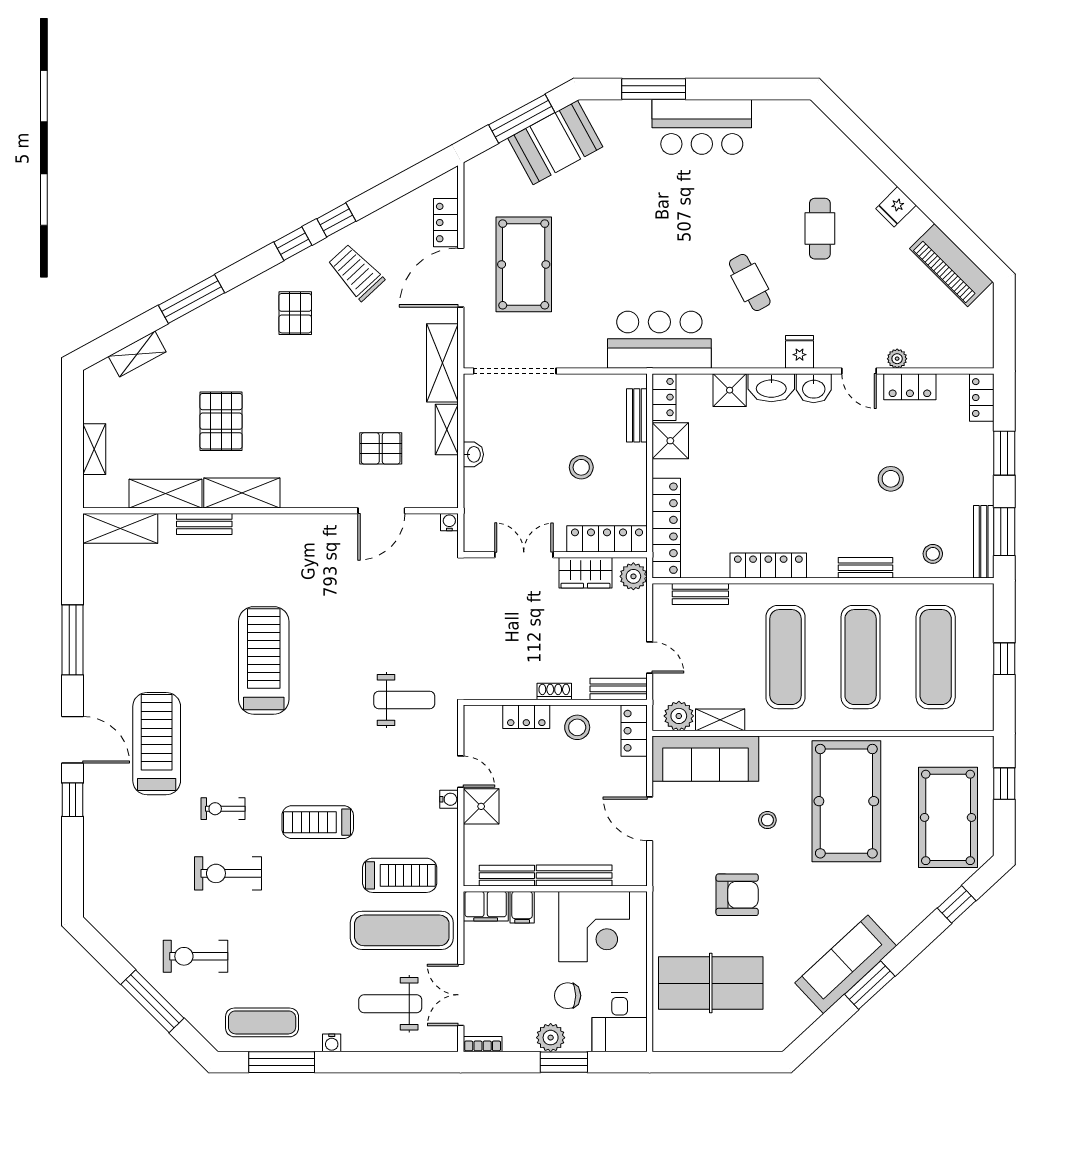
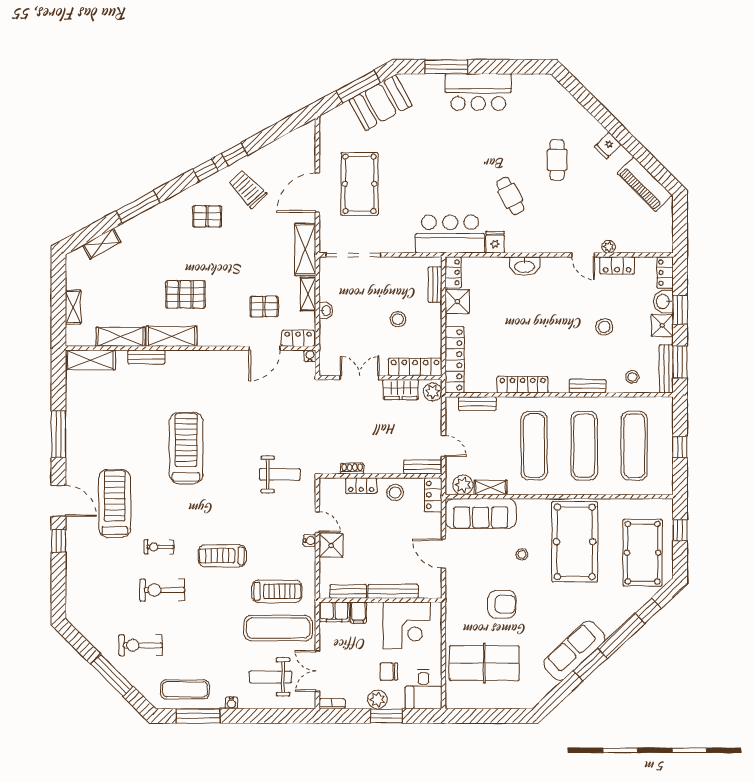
locker: (446, 223) -> (298, 338), moved, turned 90
pallet: (295, 313) -> (207, 216), turned 90
fridge: (800, 352) -> (495, 242), moved
washbasin: (814, 388) -> (663, 301), moved, turned 90
shower: (730, 390) -> (662, 325), moved
pallet: (221, 421) -> (186, 294), moved, turned 90
shoe rack: (554, 691) -> (352, 469), moved

